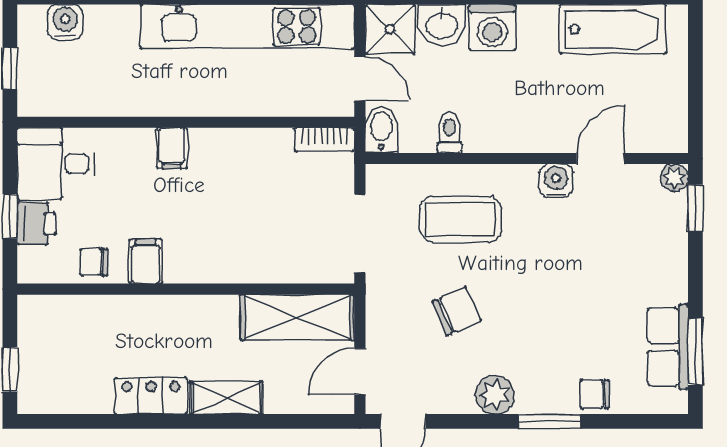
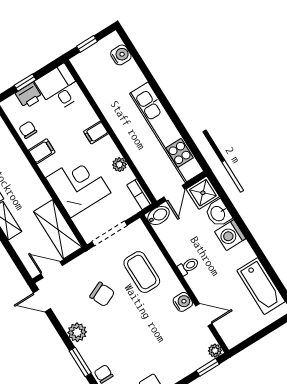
toilet: (449, 133) -> (188, 266), moved
plant: (252, 142) -> (119, 165), added
corner desk: (243, 235) -> (78, 185), added

